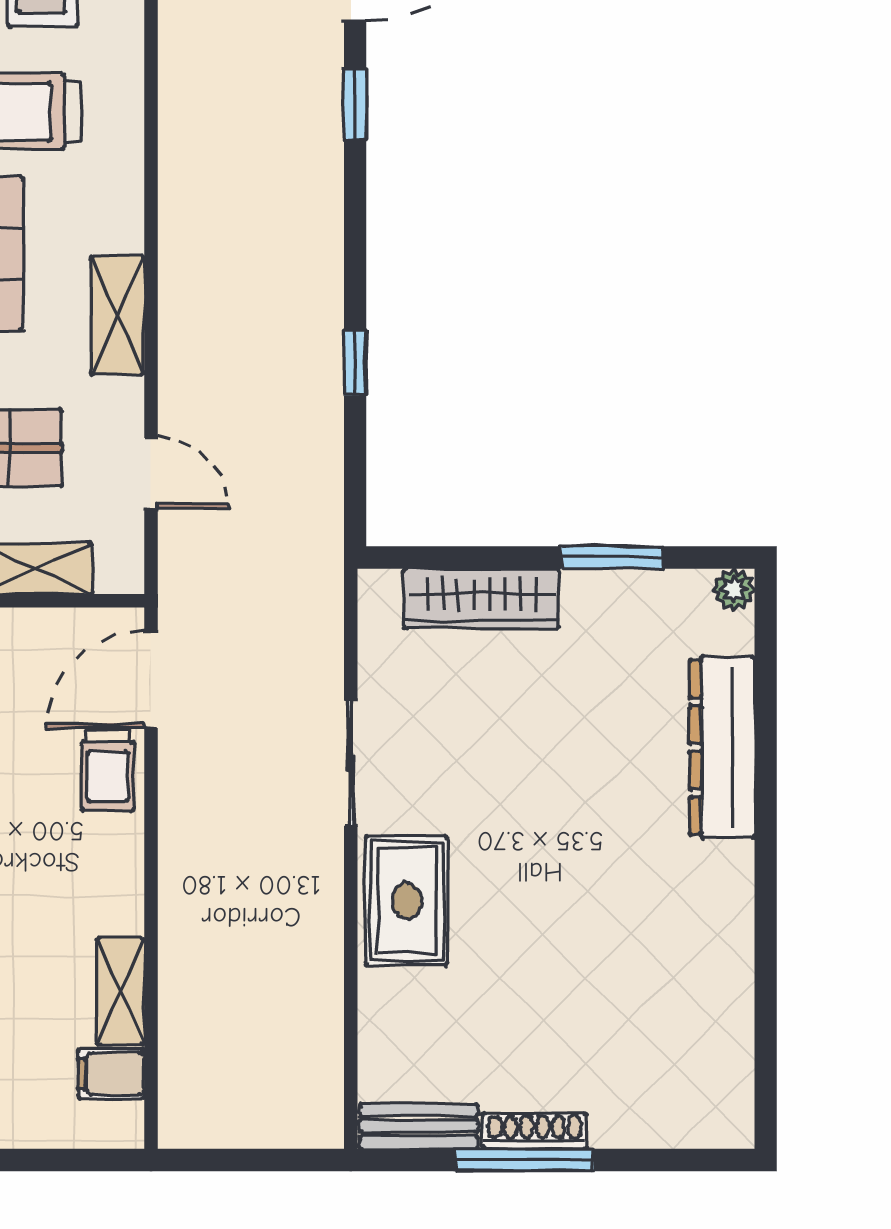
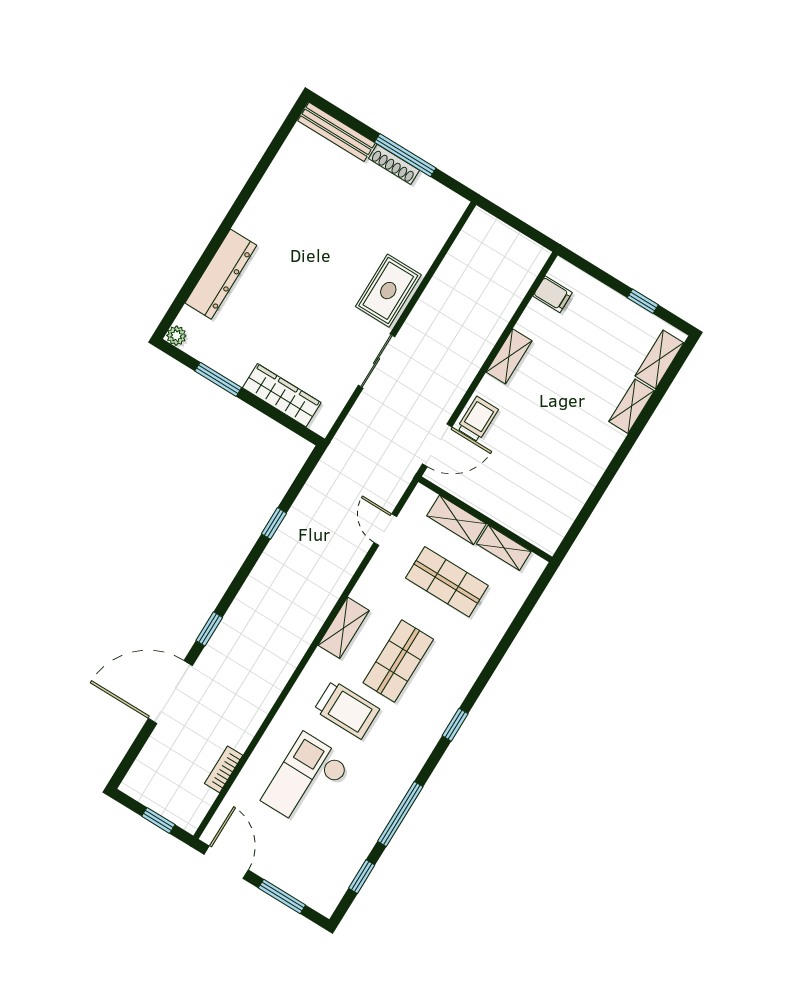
shelving: (118, 315) -> (344, 628), moved
shelving: (120, 991) -> (509, 356), moved
bench: (419, 1126) -> (337, 132), moved, width x1.36

